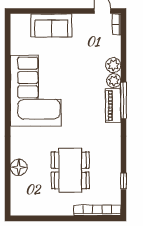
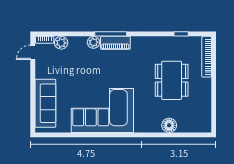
sofa: (51, 25) -> (45, 103), width x1.36
plant: (113, 65) -> (61, 43), moved
dining table: (70, 170) -> (172, 80), turned 90

